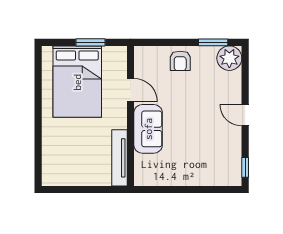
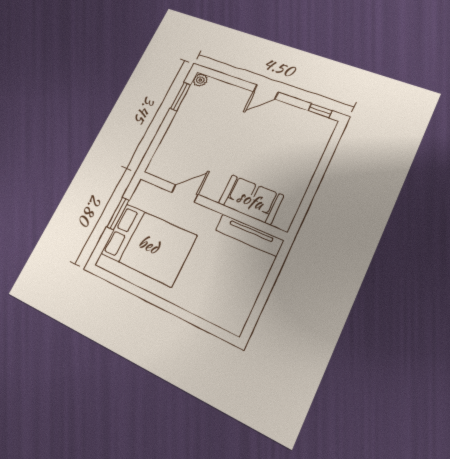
plant: (229, 58) -> (200, 80), width x0.53, depth x0.53
armchair: (180, 61) -> (182, 134), removed
sofa: (148, 129) -> (251, 200), moved

